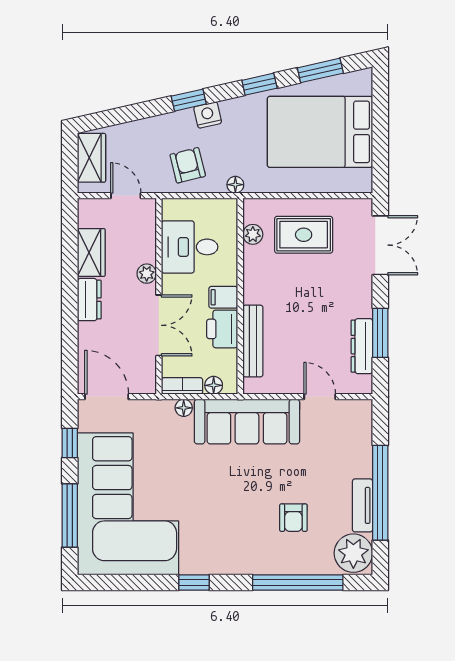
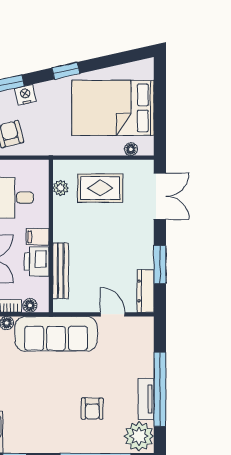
window: (320, 70) -> (113, 60), removed
floor lamp: (235, 185) -> (131, 149), moved
dresser: (362, 346) -> (146, 291), moved

